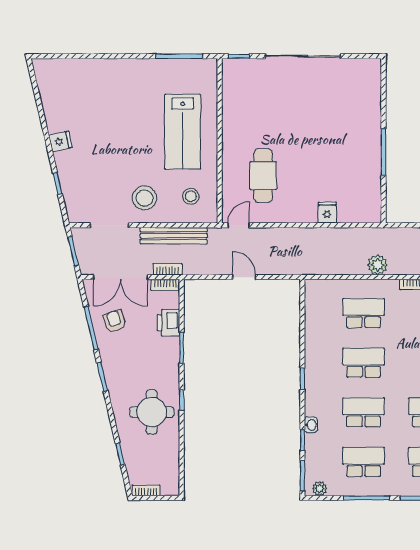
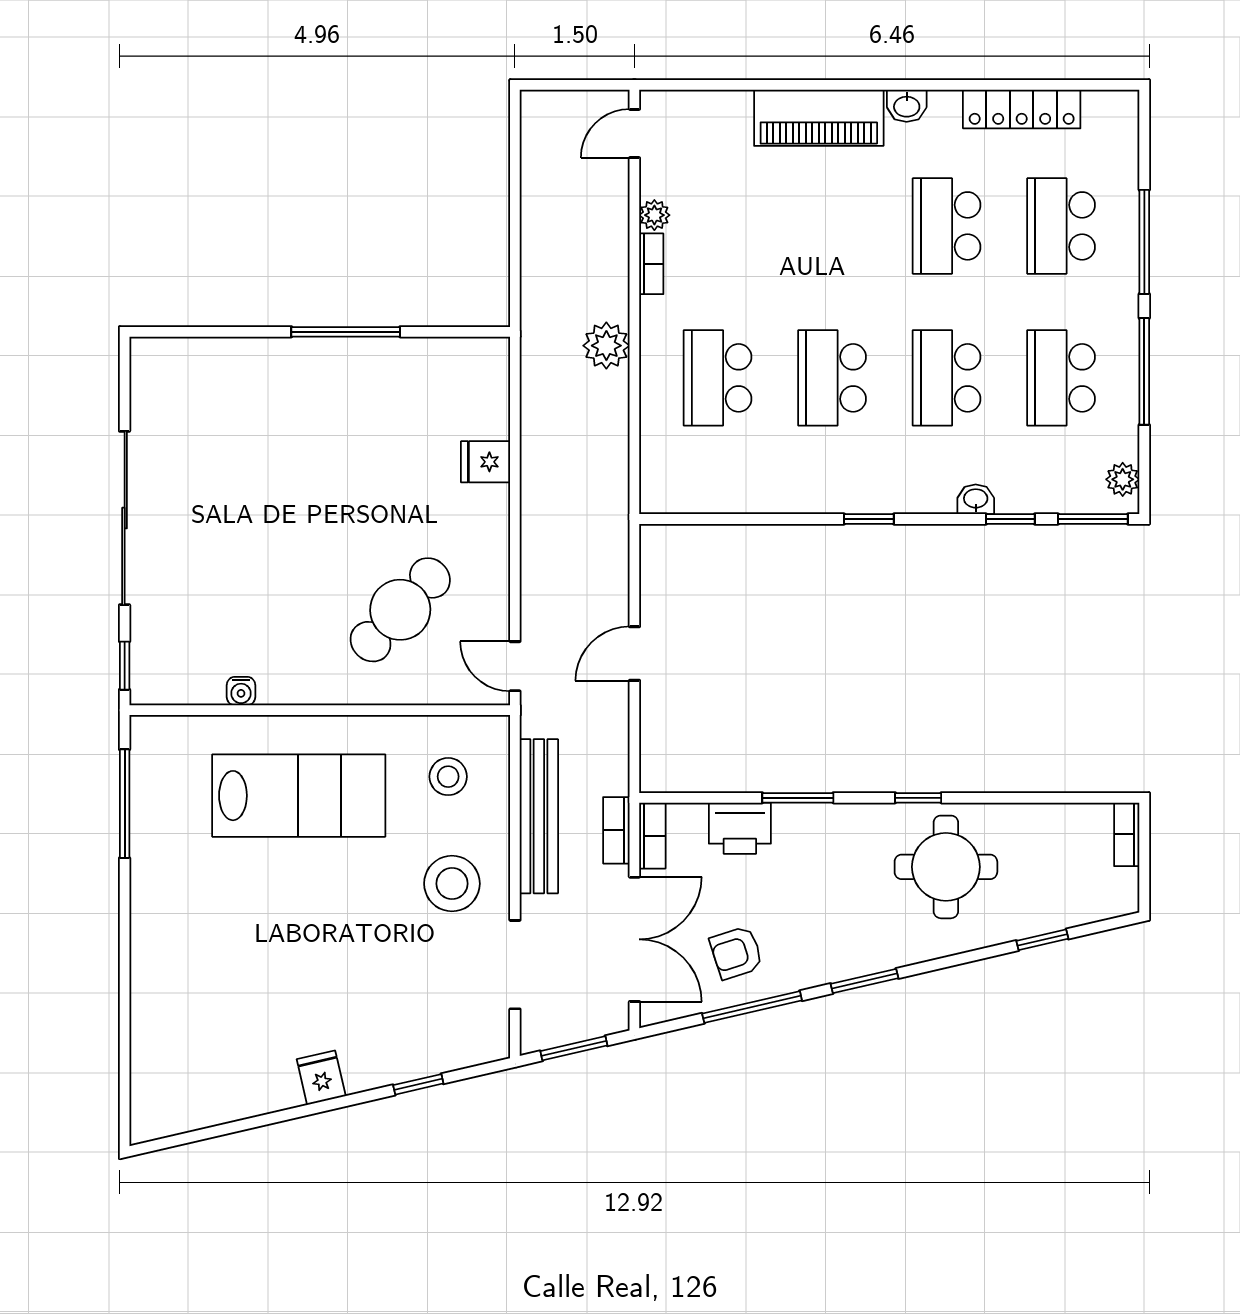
water cooler: (228, 107) -> (241, 691), added
cafe table: (263, 176) -> (400, 610), turned -47
bookcase: (146, 490) -> (1127, 834), moved

